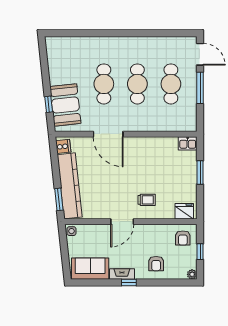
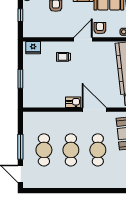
kitchen sink: (188, 143) -> (73, 102), moved
armchair: (183, 238) -> (100, 28), moved

